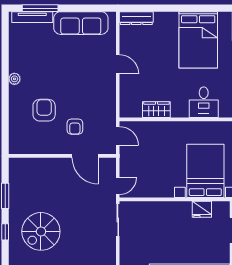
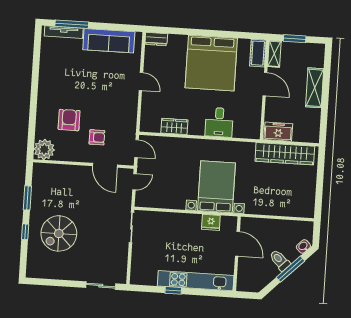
dresser: (136, 18) -> (156, 39), width x0.70
bed: (198, 40) -> (211, 63), width x1.36
plant: (14, 79) -> (44, 149), moved, width x1.87, depth x1.87
armchair: (75, 127) -> (97, 137), turned -90
door: (118, 186) -> (134, 182), moved

